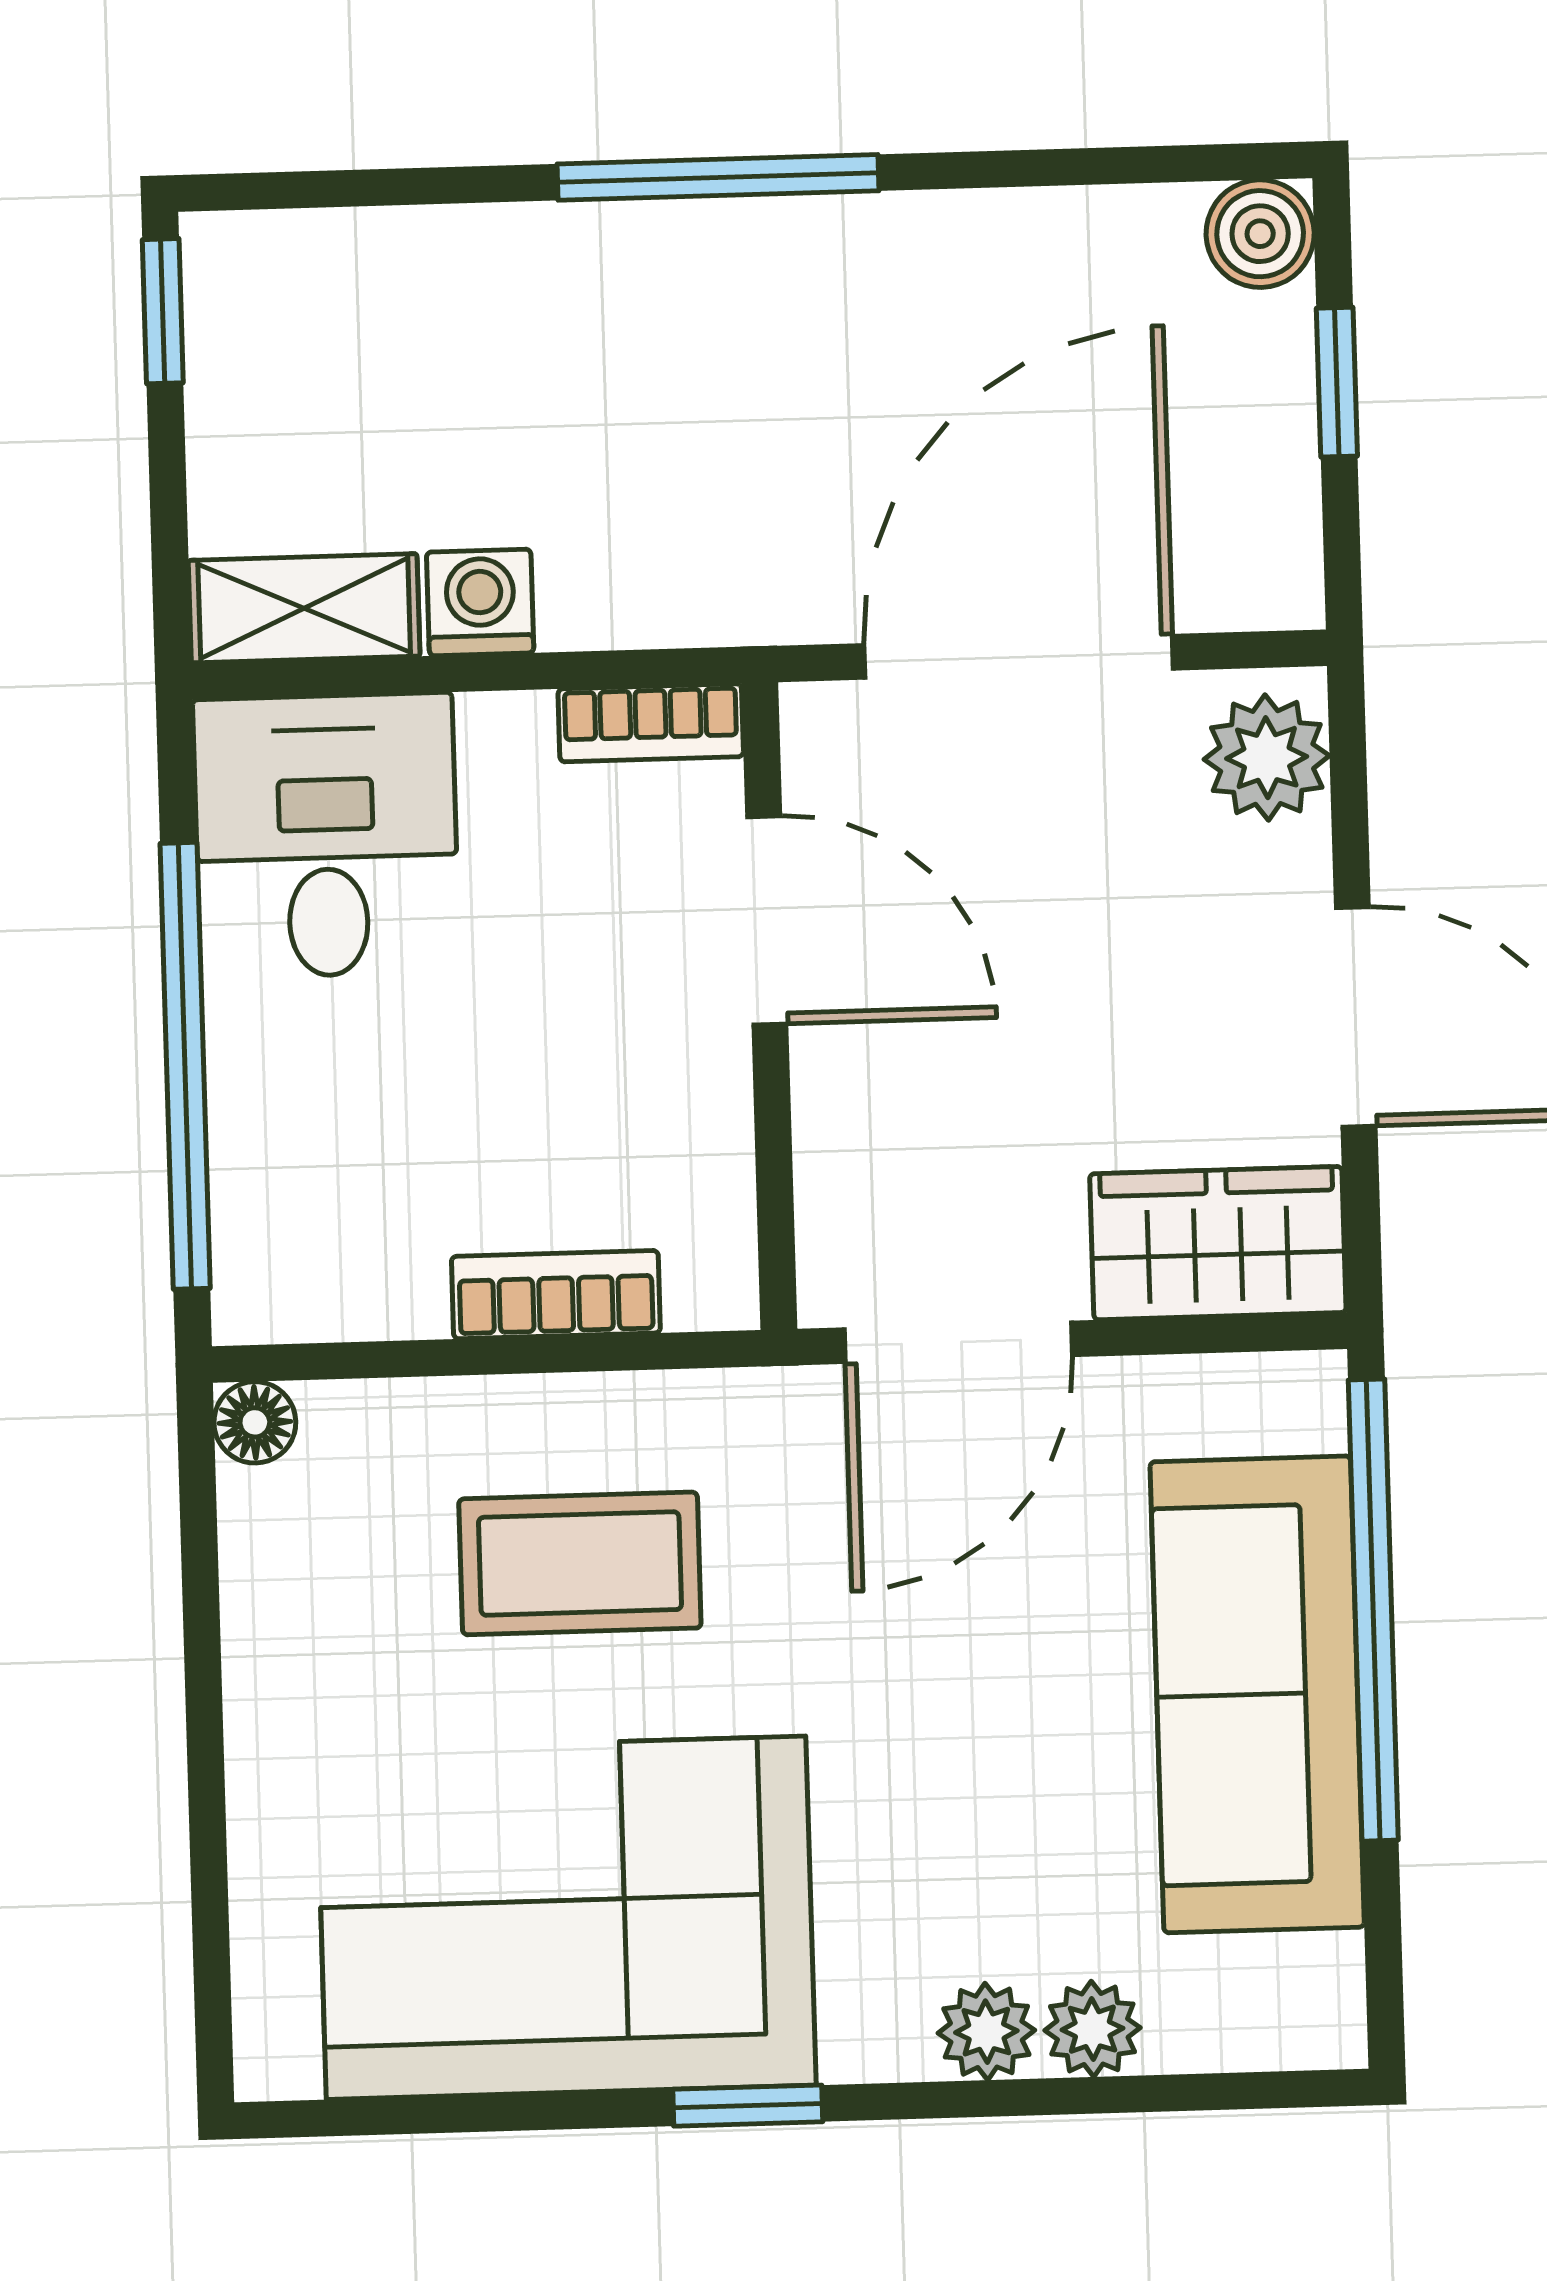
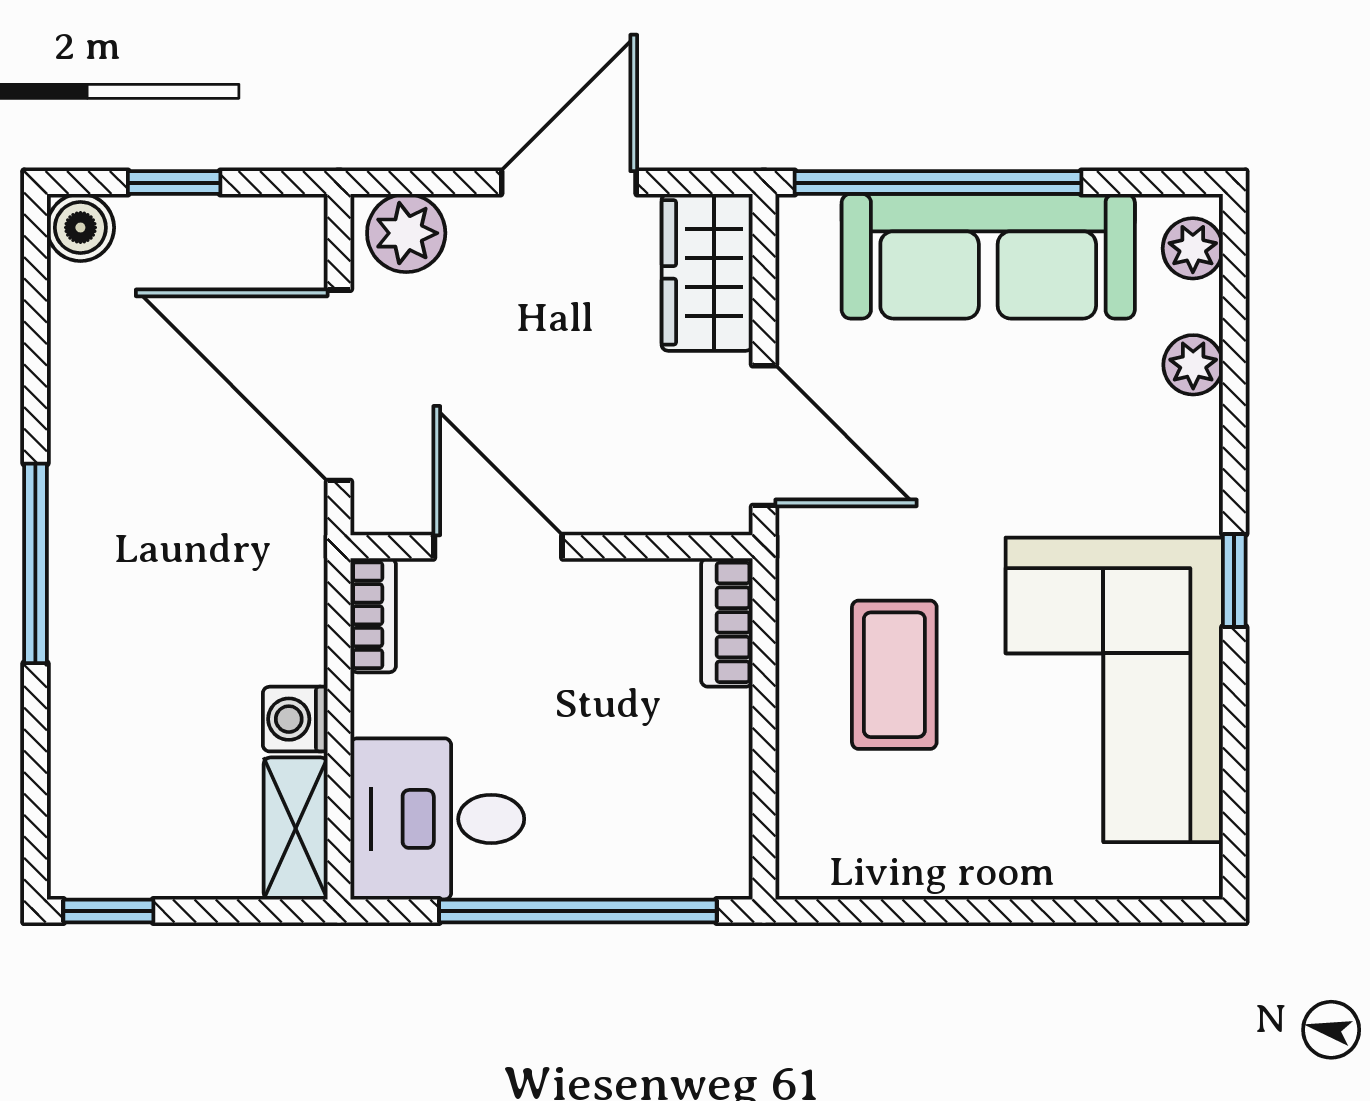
door: (767, 920) -> (498, 547), hinge flipped
bookcase: (556, 1295) -> (727, 622), moved
floor lamp: (255, 1422) -> (801, 874), removed
plant: (986, 2032) -> (1193, 248), moved

